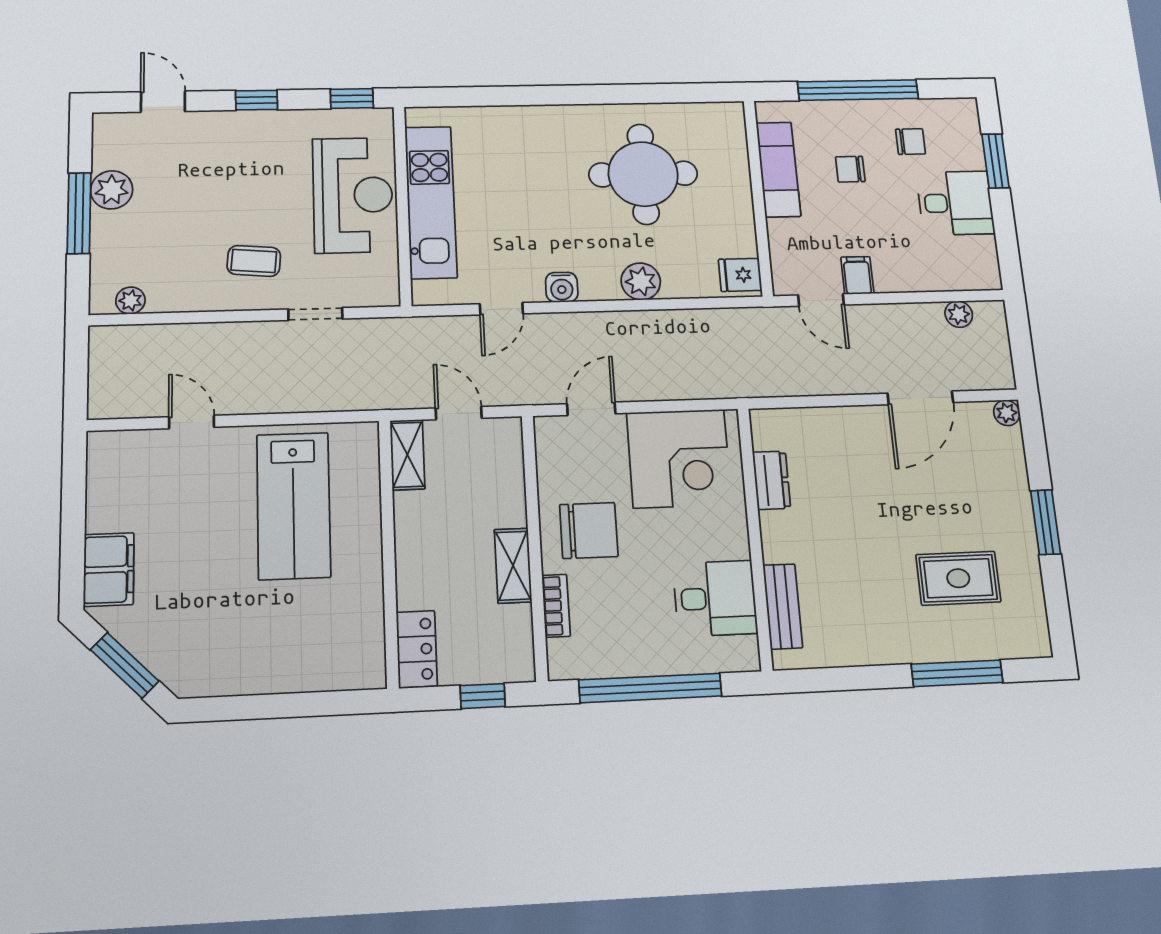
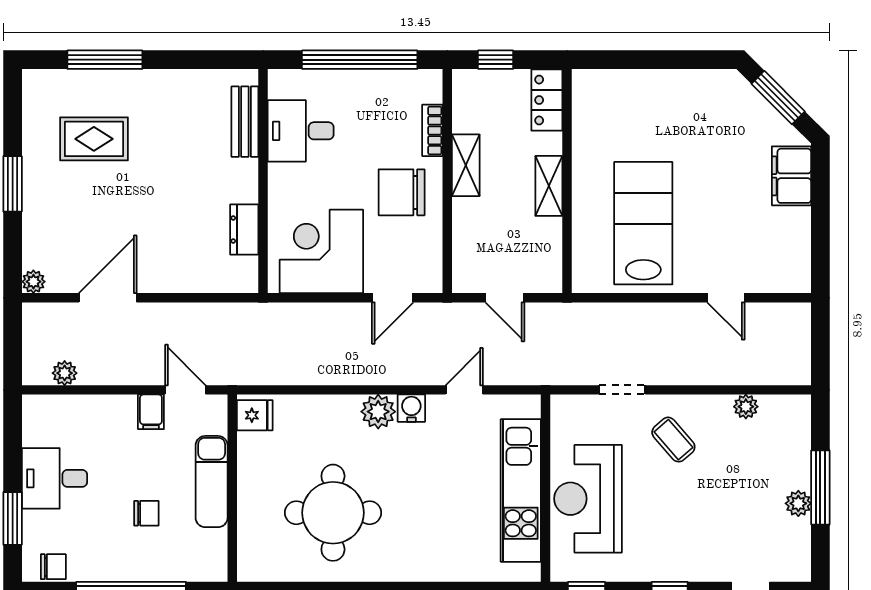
chair: (910, 142) -> (53, 567), moved, turned 180
exam couch: (778, 169) -> (212, 482), moved
plant: (112, 190) -> (798, 503), width x0.73, depth x0.73
coffee table: (254, 261) -> (673, 440), turned 44
plant: (641, 281) -> (378, 412), moved
plant: (130, 300) -> (746, 407), moved
shelving: (407, 455) -> (549, 186), moved

